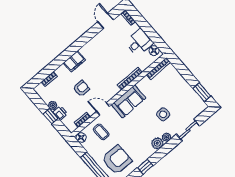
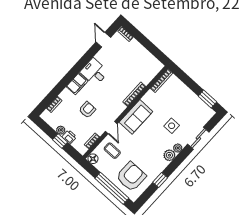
desk: (139, 42) -> (94, 72), moved, turned -90
floor lamp: (154, 50) -> (155, 63), removed
door: (103, 109) -> (111, 128), swing flipped

